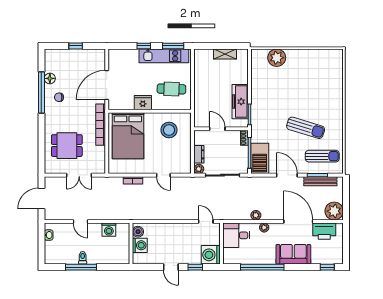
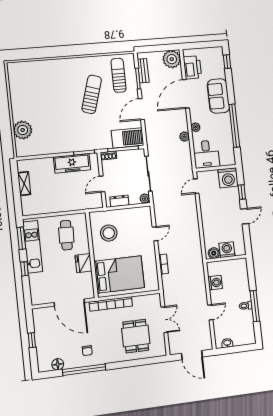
floor lamp: (50, 78) -> (58, 364), moved
dresser: (199, 154) -> (119, 201), moved
bench: (320, 181) -> (143, 71), width x0.73

